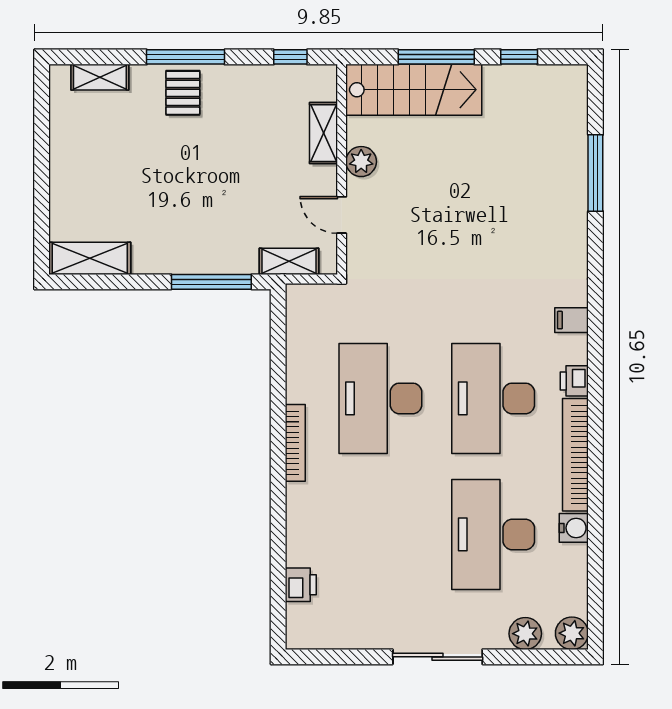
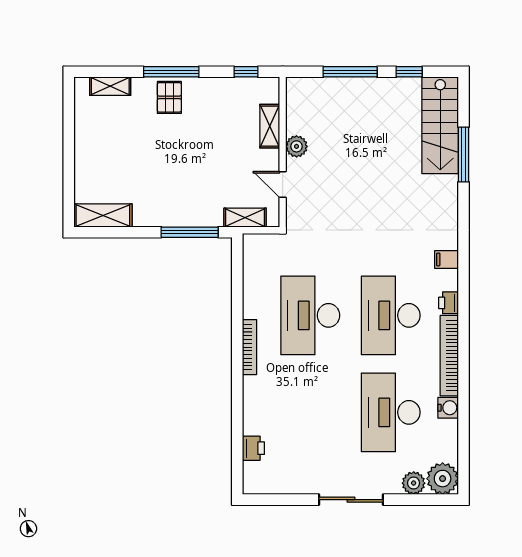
stairs: (414, 90) -> (440, 125), moved, turned 90
plant: (572, 633) -> (443, 479), width x1.36, depth x1.36

